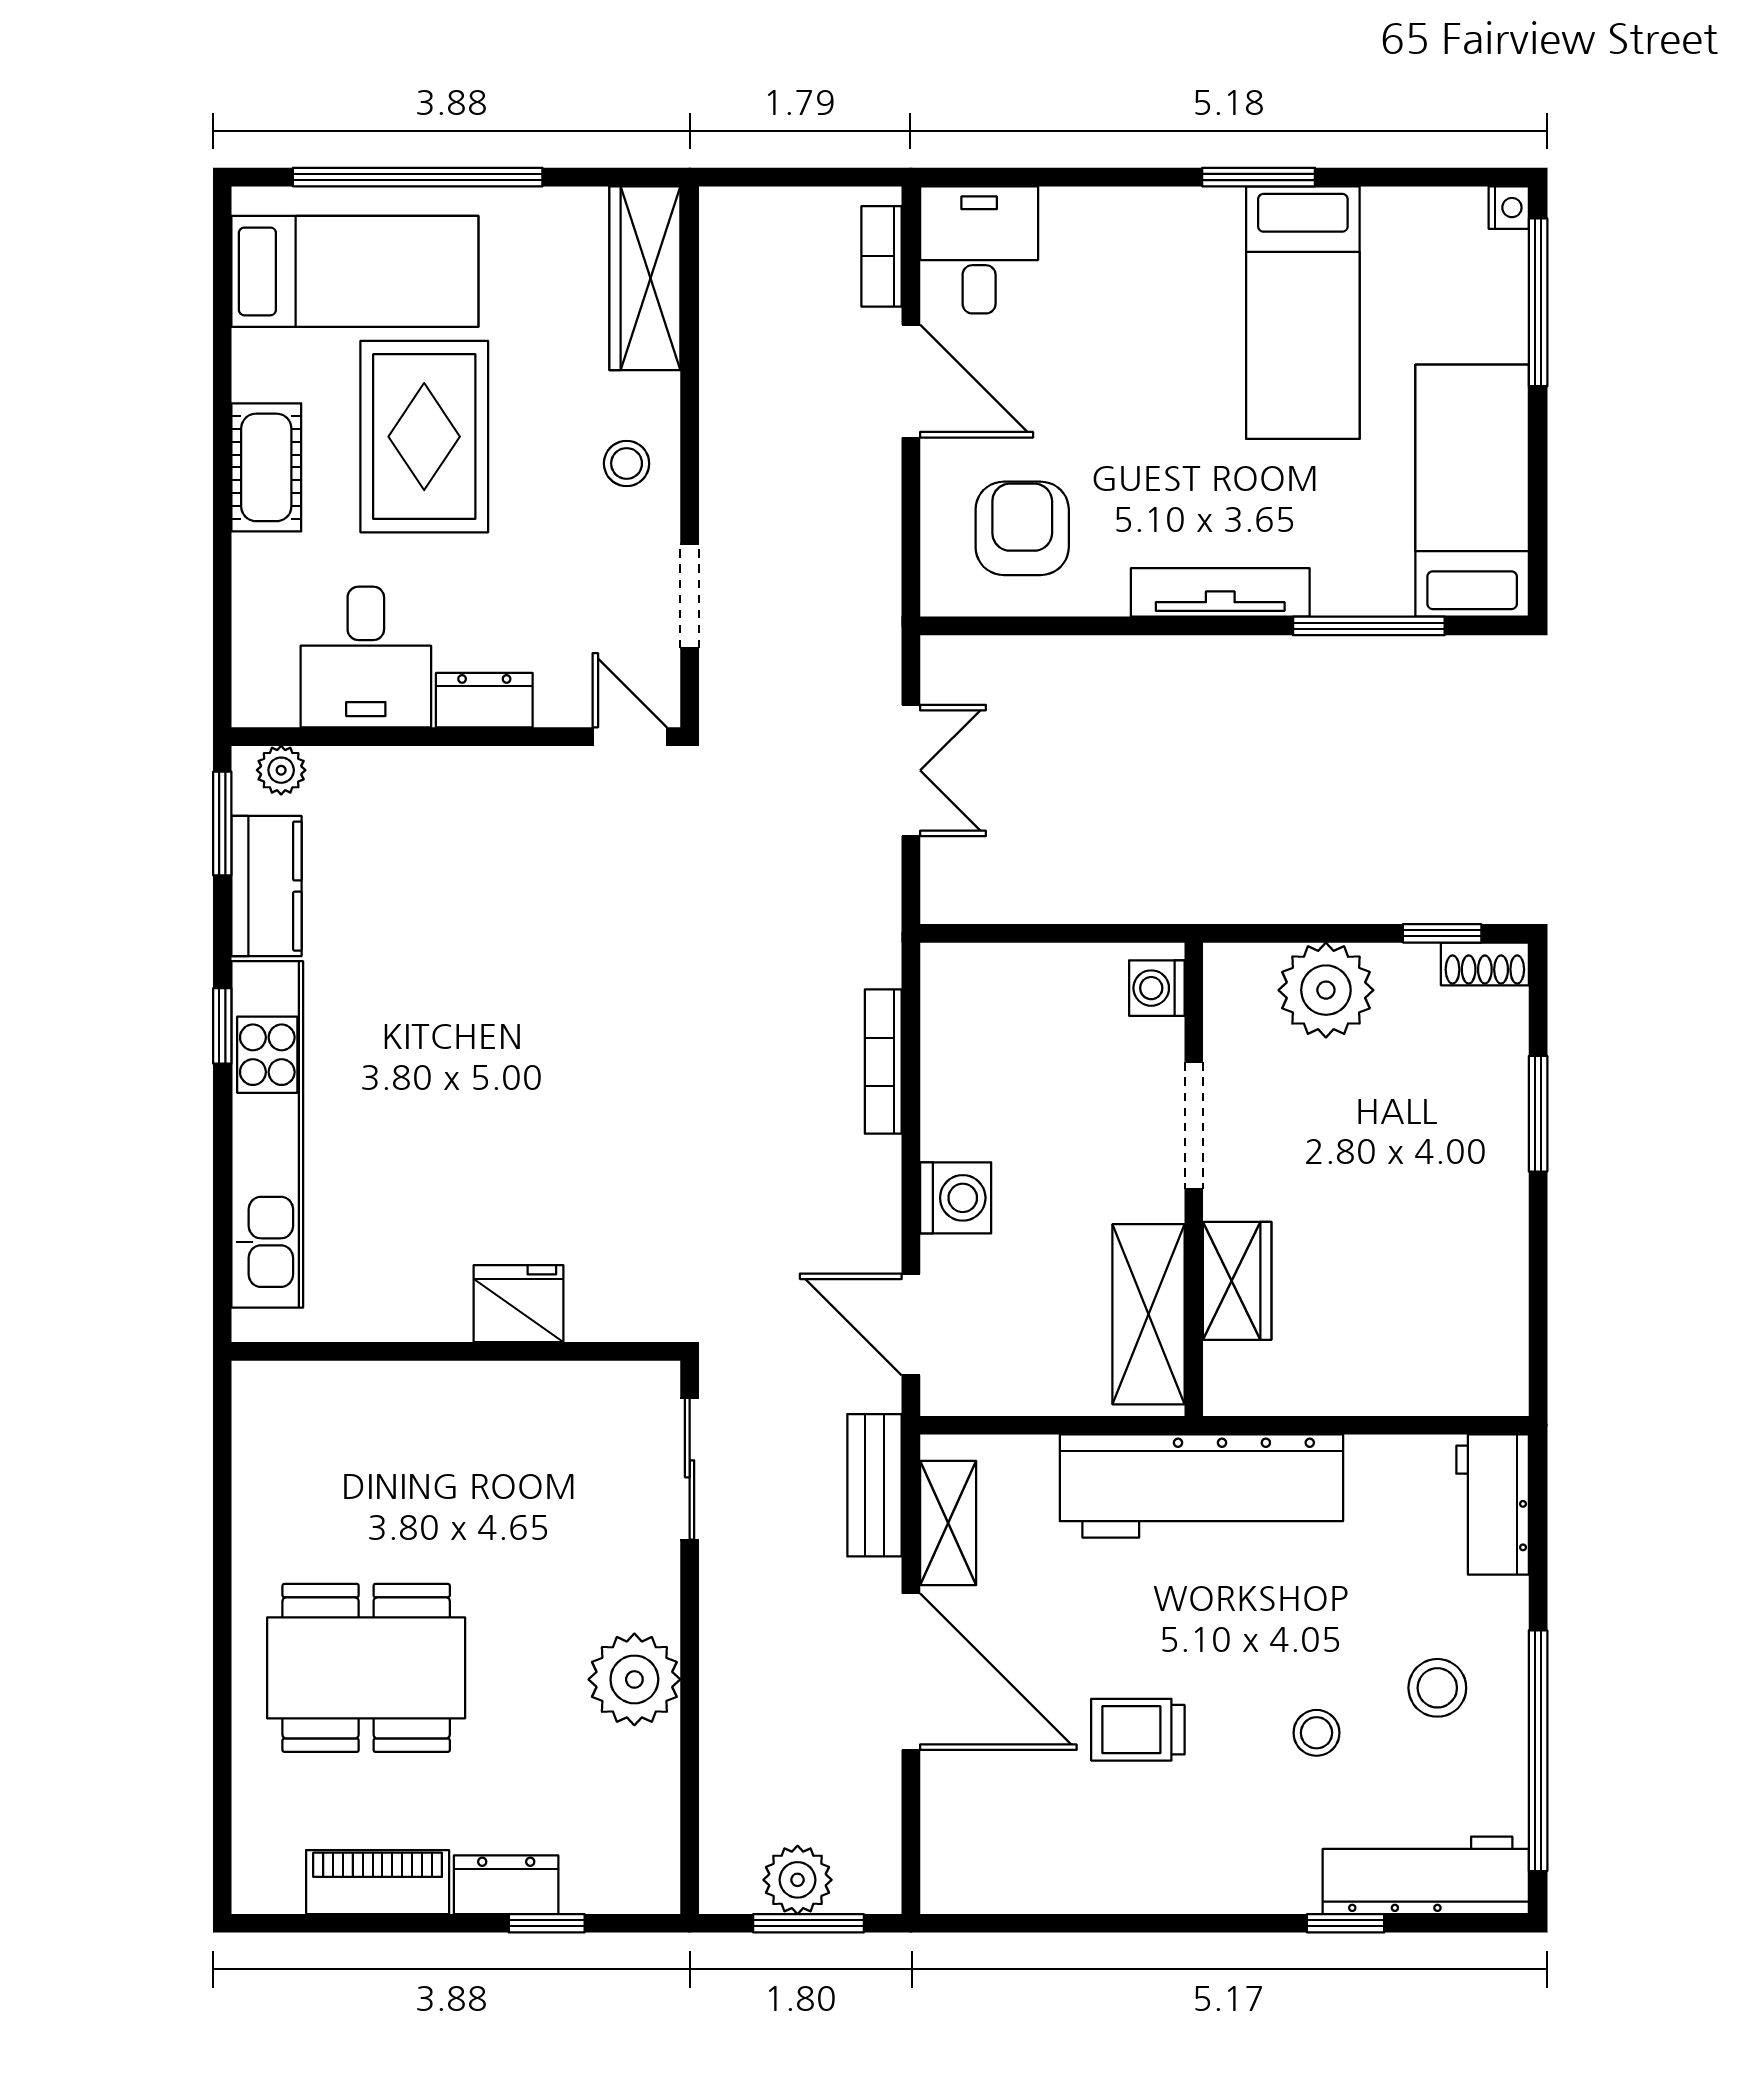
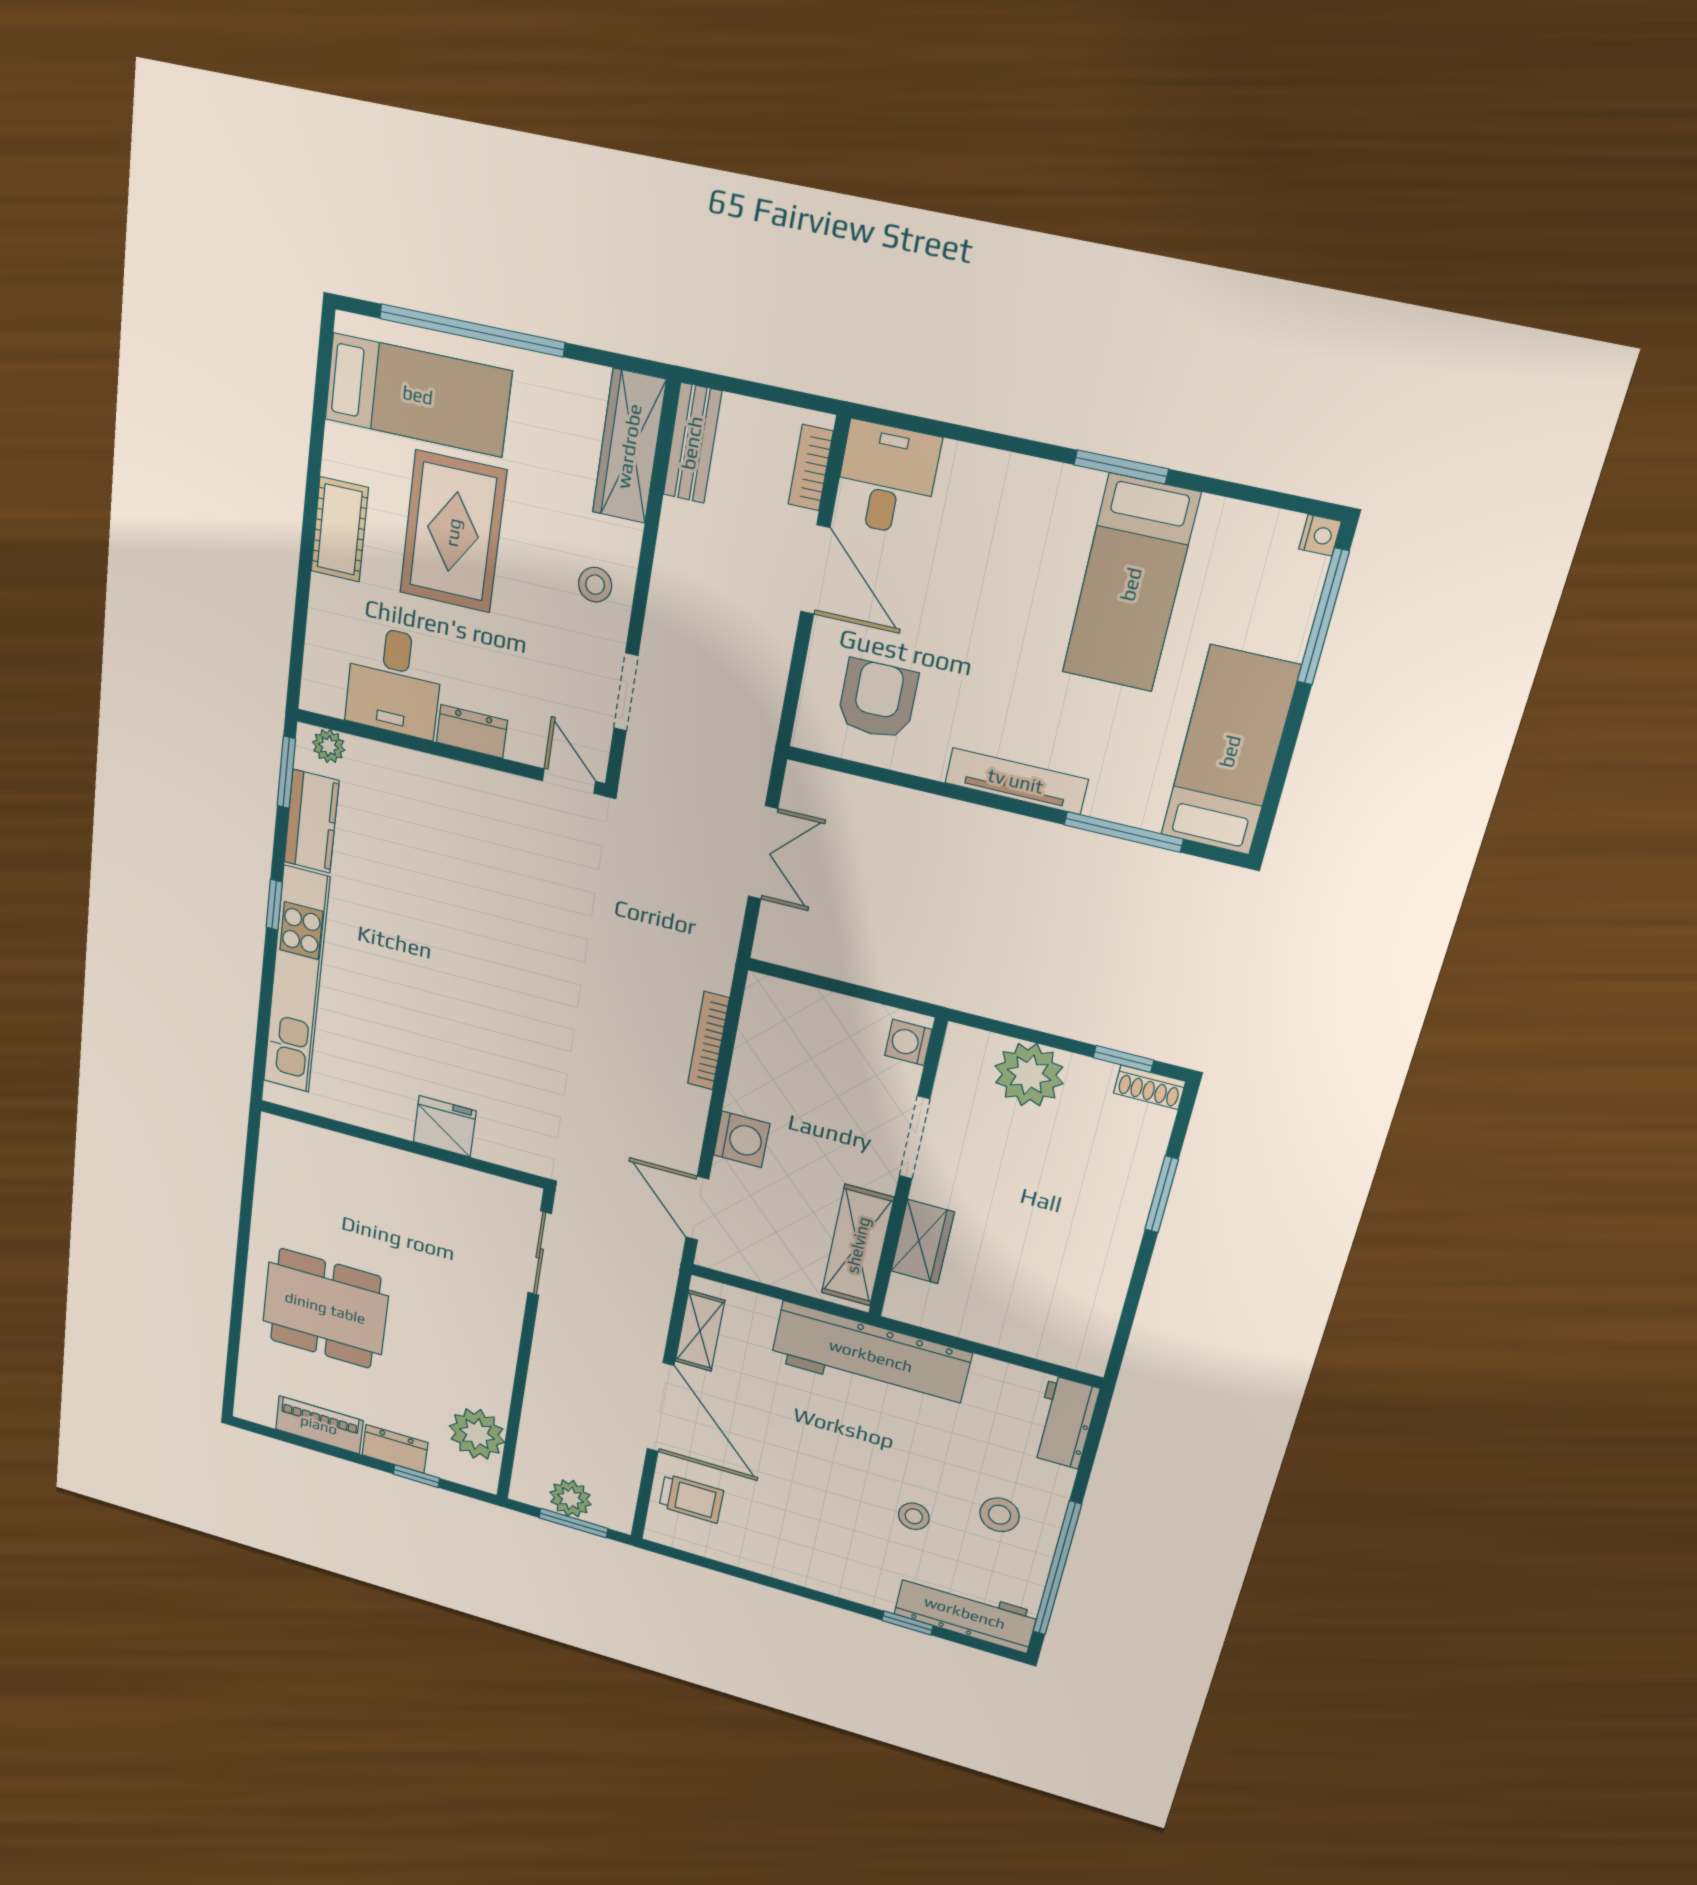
bench: (874, 1485) -> (692, 443), moved
plant: (634, 1679) -> (477, 1434), moved
trolley: (1138, 1730) -> (691, 1499), moved, turned 180

